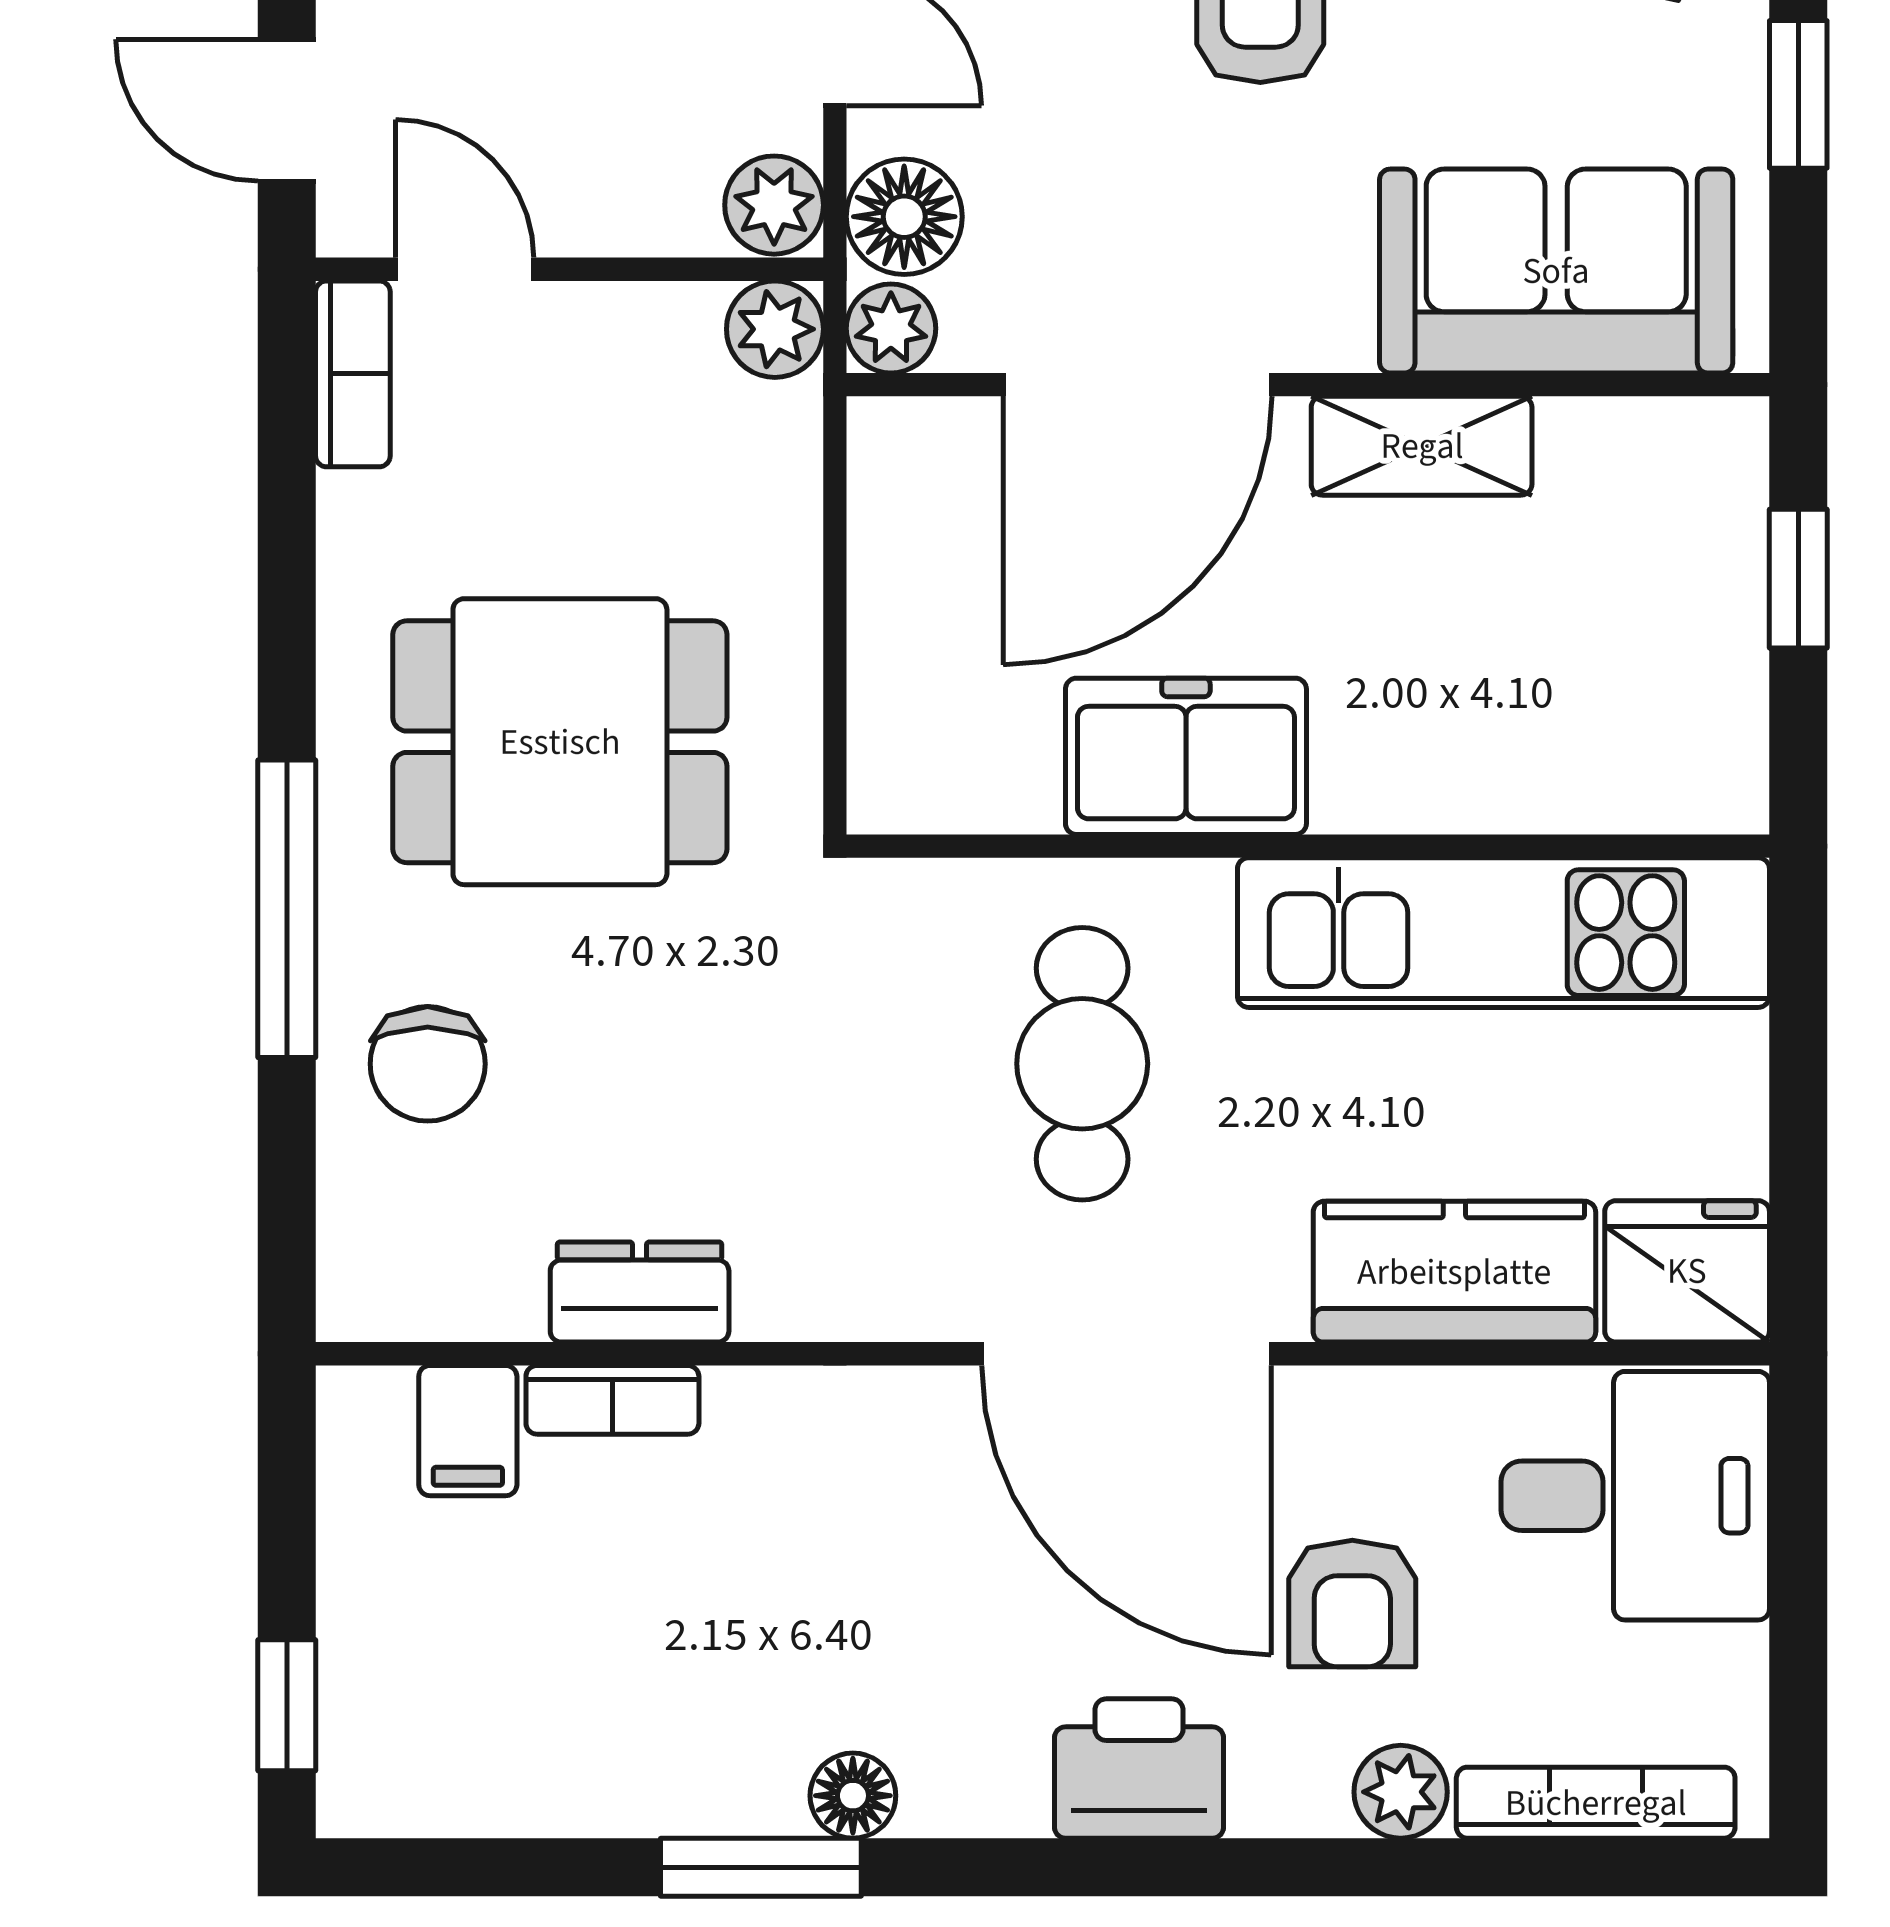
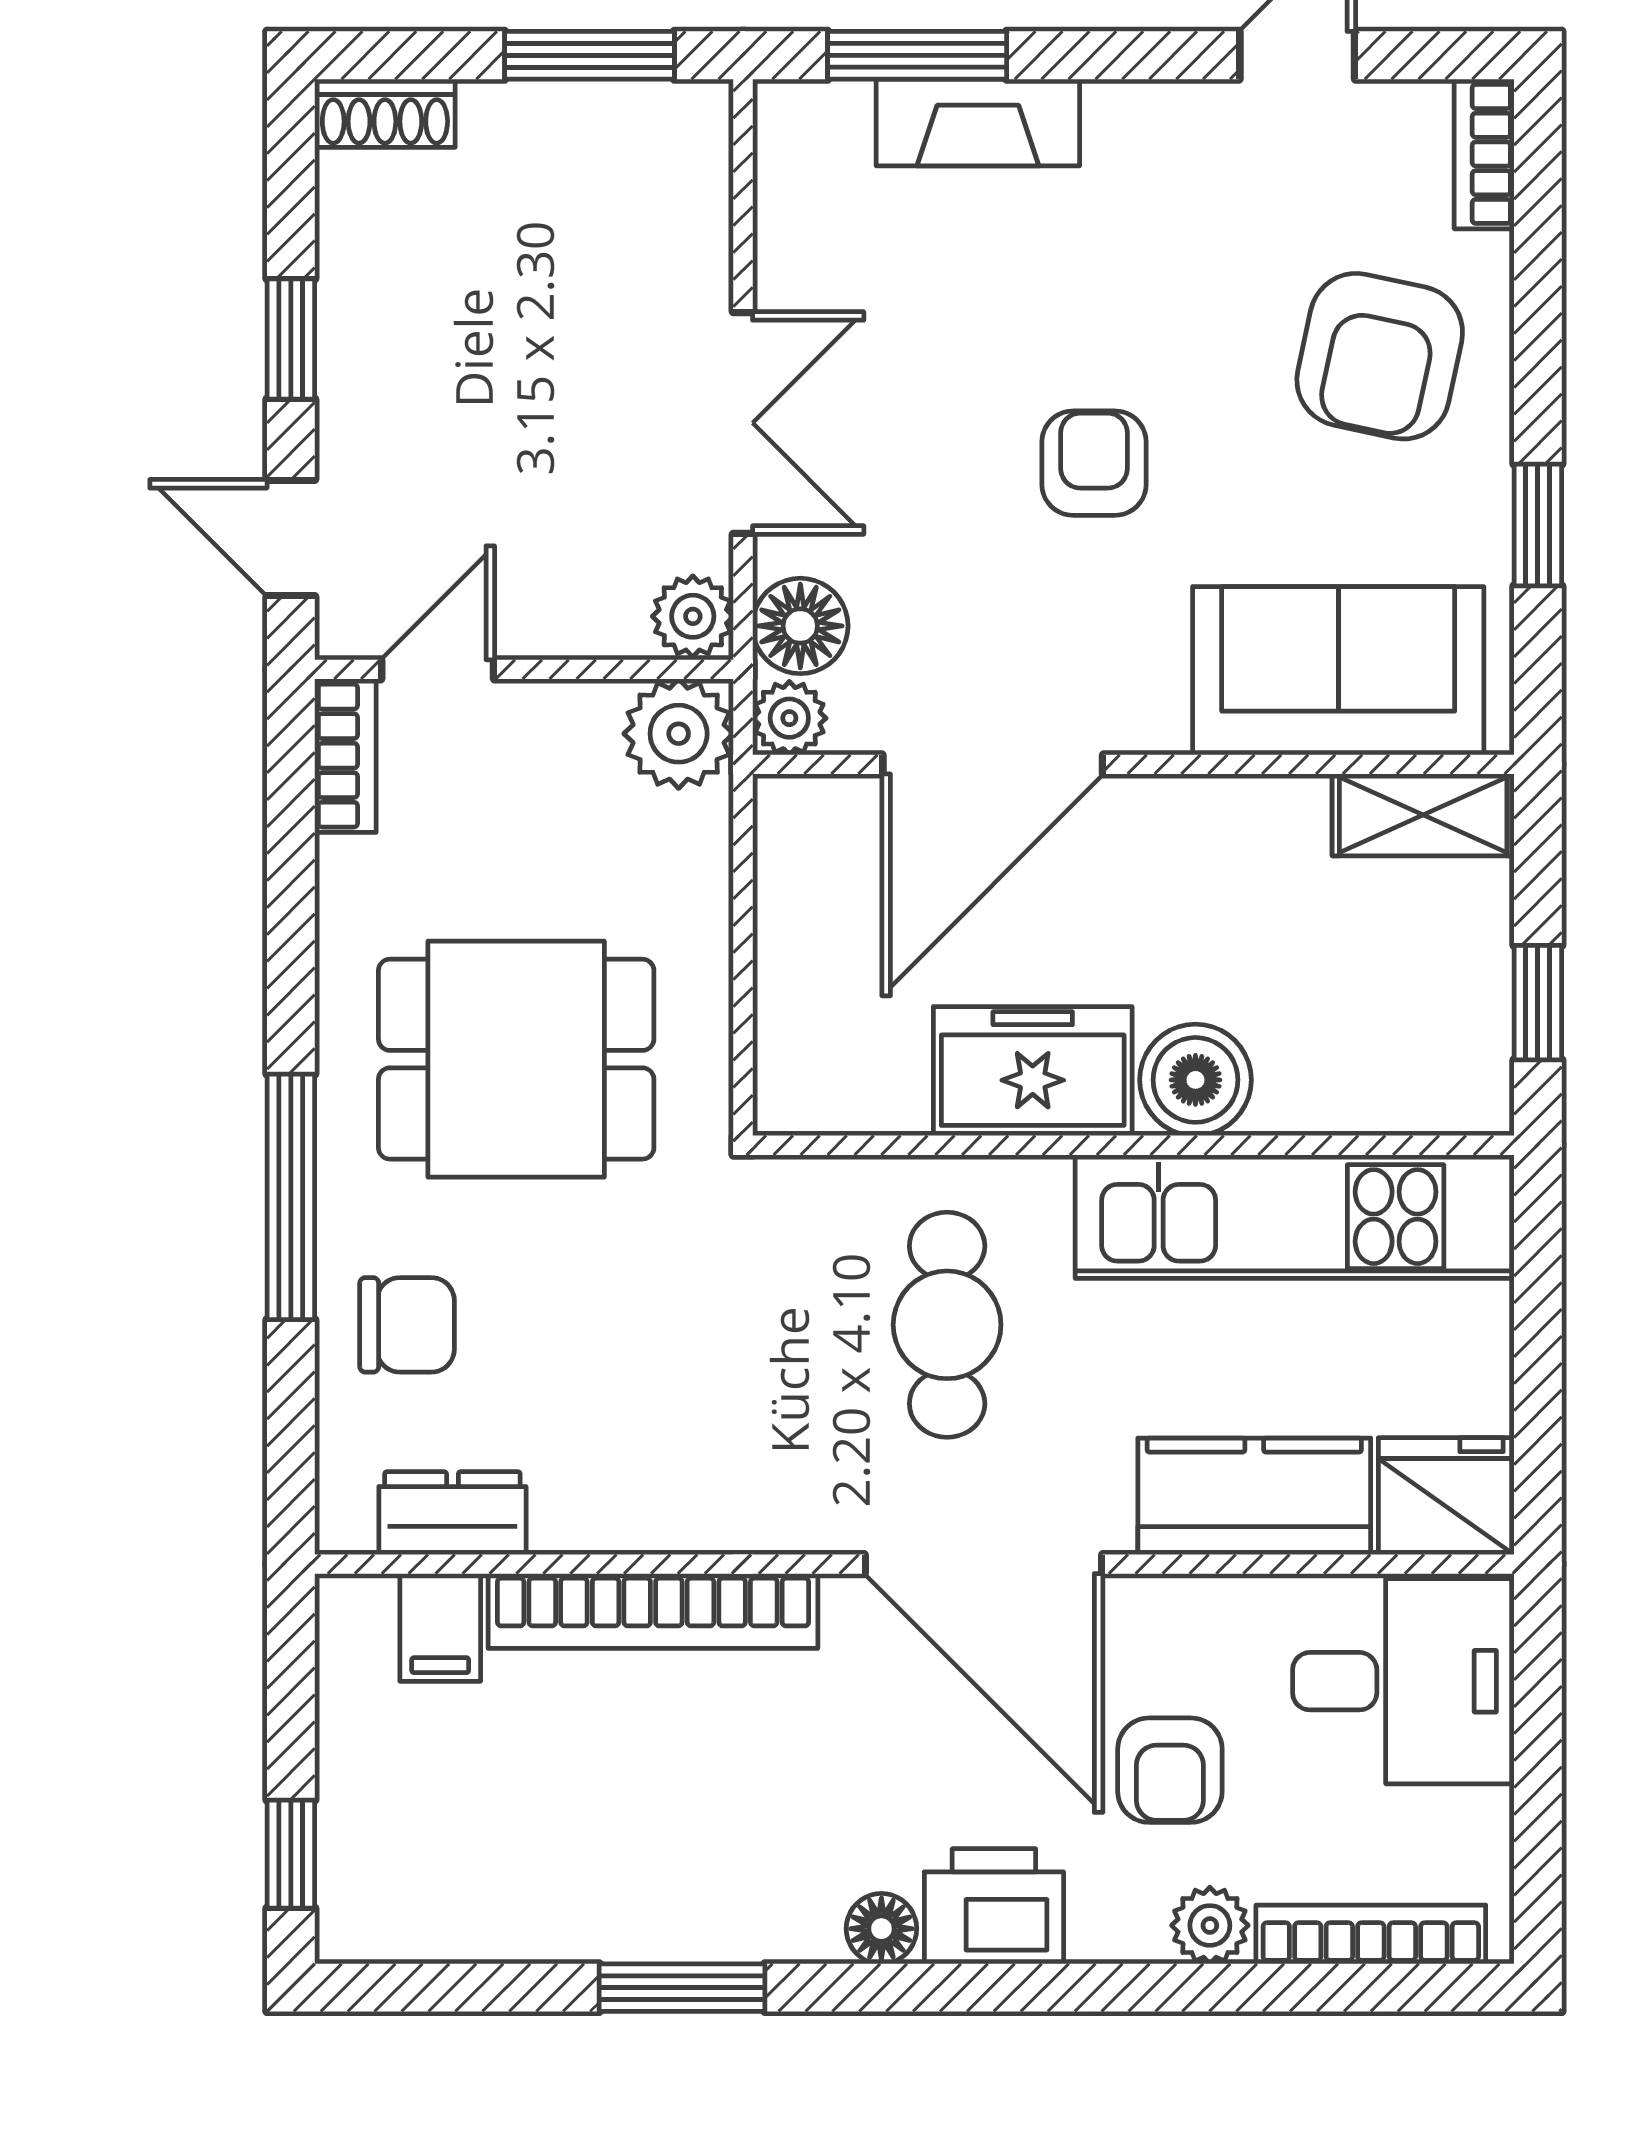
door: (465, 269) -> (438, 669), hinge flipped
plant: (775, 329) -> (679, 734), width x1.38, depth x1.38
shelving: (1422, 446) -> (1423, 815), moved
window: (1798, 579) -> (1538, 1003), moved
boiler: (1383, 767) -> (1195, 1080), added
chair: (428, 1064) -> (407, 1325), turned -90
dresser: (640, 1292) -> (452, 1513), moved
bookcase: (612, 1400) -> (653, 1611), width x2.31, depth x1.31
floor lamp: (853, 1796) -> (881, 1929), moved

